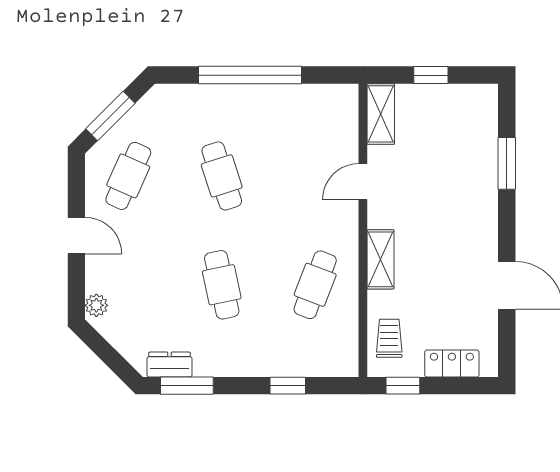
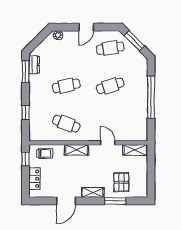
window: (431, 75) -> (151, 170), removed
pallet: (460, 149) -> (121, 182), added
cafe table: (128, 176) -> (110, 48), turned -33
shelving: (486, 219) -> (93, 192), added

